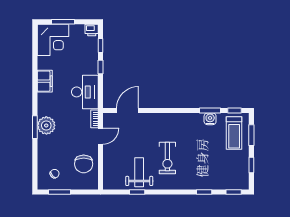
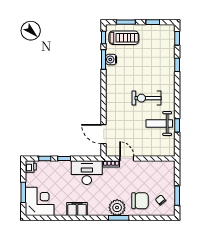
exercise bike: (167, 158) -> (147, 98), turned 180
chair: (84, 164) -> (140, 201), moved

